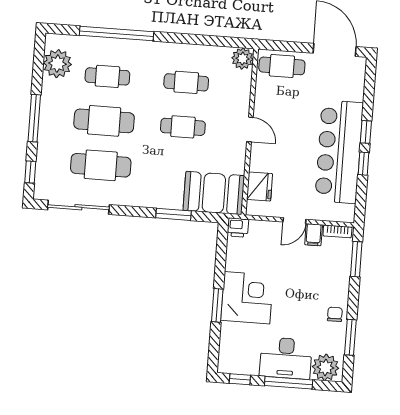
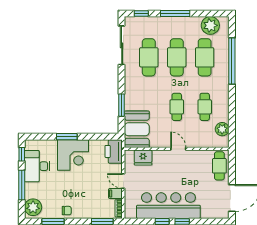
plant: (243, 59) -> (222, 129), moved
cafe table: (107, 76) -> (205, 57), width x1.37, depth x1.35
door: (250, 129) -> (178, 149), swing flipped
printer: (238, 228) -> (114, 151), width x1.87, depth x1.48
desk: (286, 358) -> (37, 166), moved

